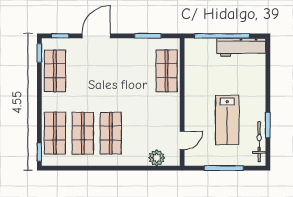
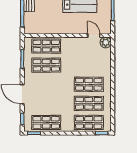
shop shelf: (139, 71) -> (46, 65), added
plant: (157, 158) -> (106, 42), moved

